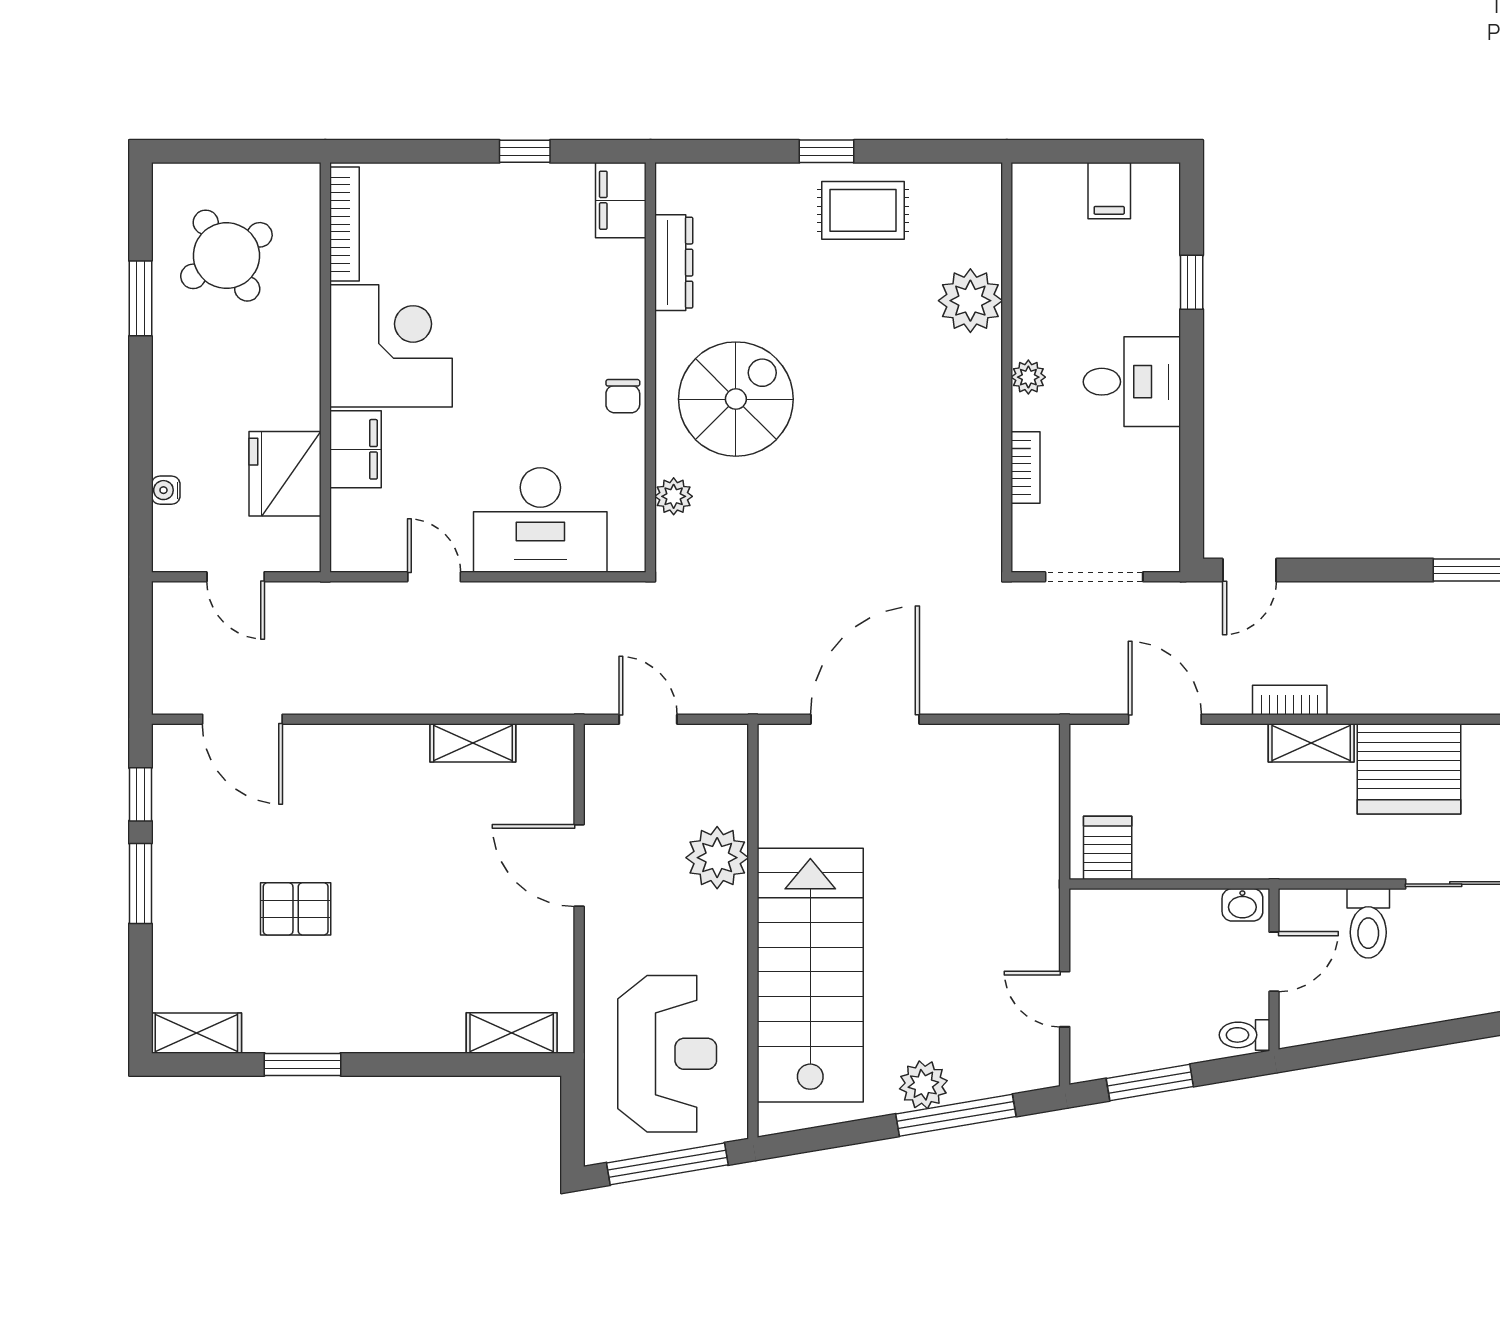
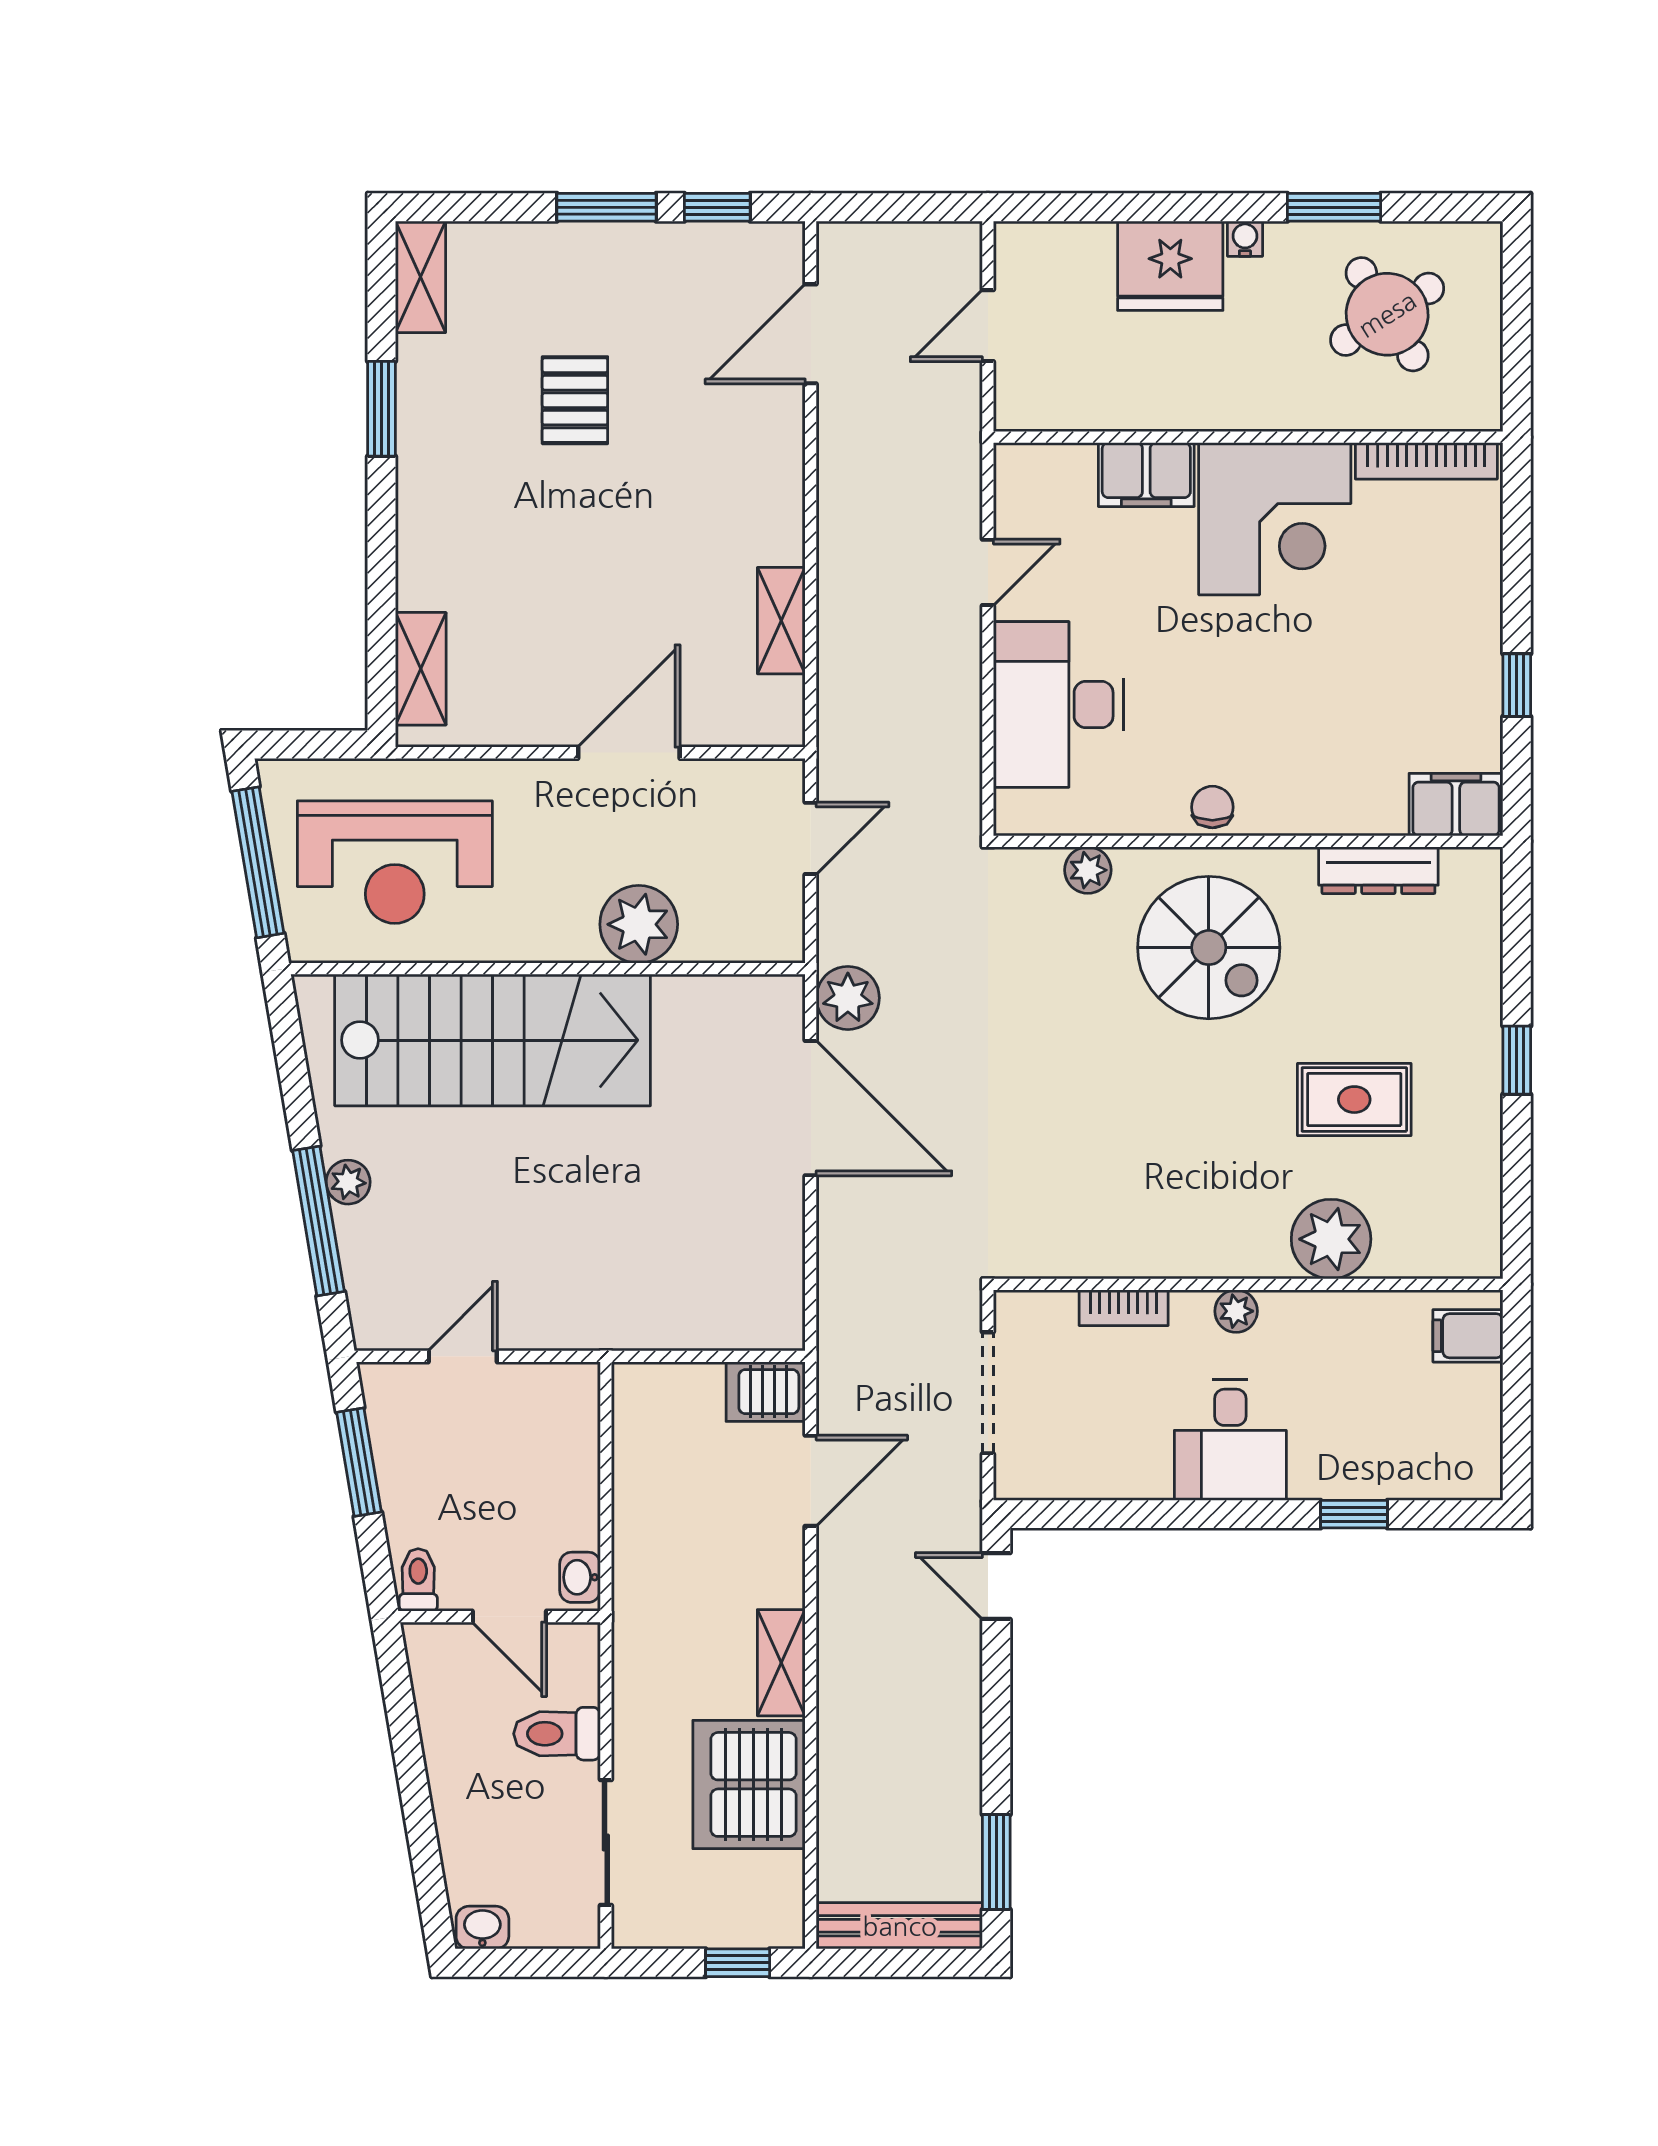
filing cabinet: (1109, 191) -> (1468, 1336), moved
rug: (863, 210) -> (1354, 1100), moved, turned 90
chair: (623, 396) -> (1212, 807), turned 90
fridge: (285, 474) -> (1170, 266), moved, turned 180
water cooler: (166, 490) -> (1245, 239), moved
plant: (776, 689) -> (848, 998), added
bookcase: (1290, 700) -> (835, 1636), removed
server rack: (1108, 848) -> (766, 1392), moved, turned 180
plant: (923, 1085) -> (348, 1182), width x0.73, depth x0.73

